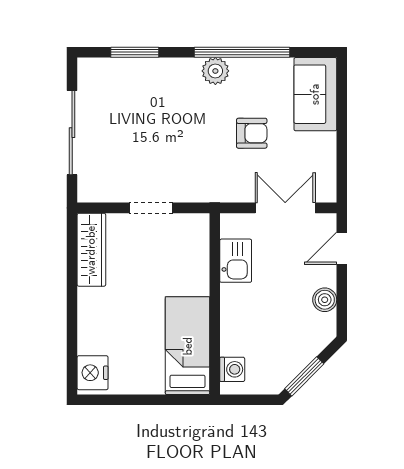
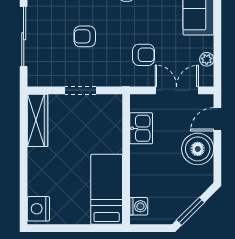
armchair: (157, 133) -> (85, 36), added
armchair: (252, 133) -> (143, 55), moved
plant: (327, 165) -> (207, 59), added
boiler: (325, 300) -> (198, 149), width x1.86, depth x1.86

